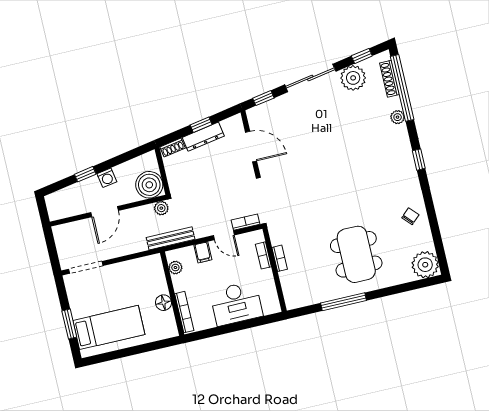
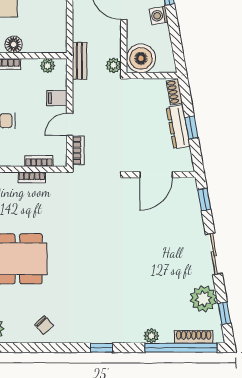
sliding door: (310, 78) -> (214, 254), width x0.73
bench: (171, 238) -> (79, 61), width x0.73

